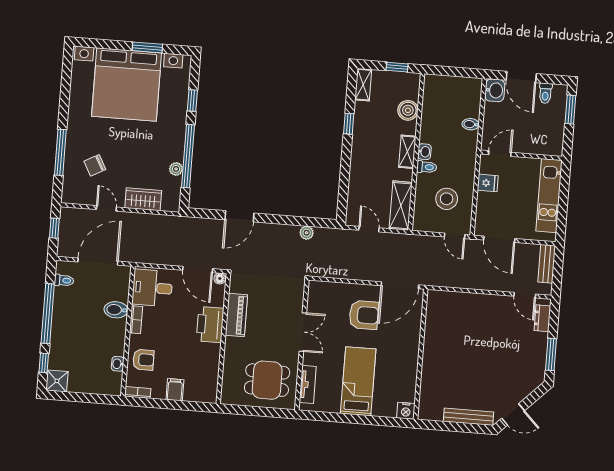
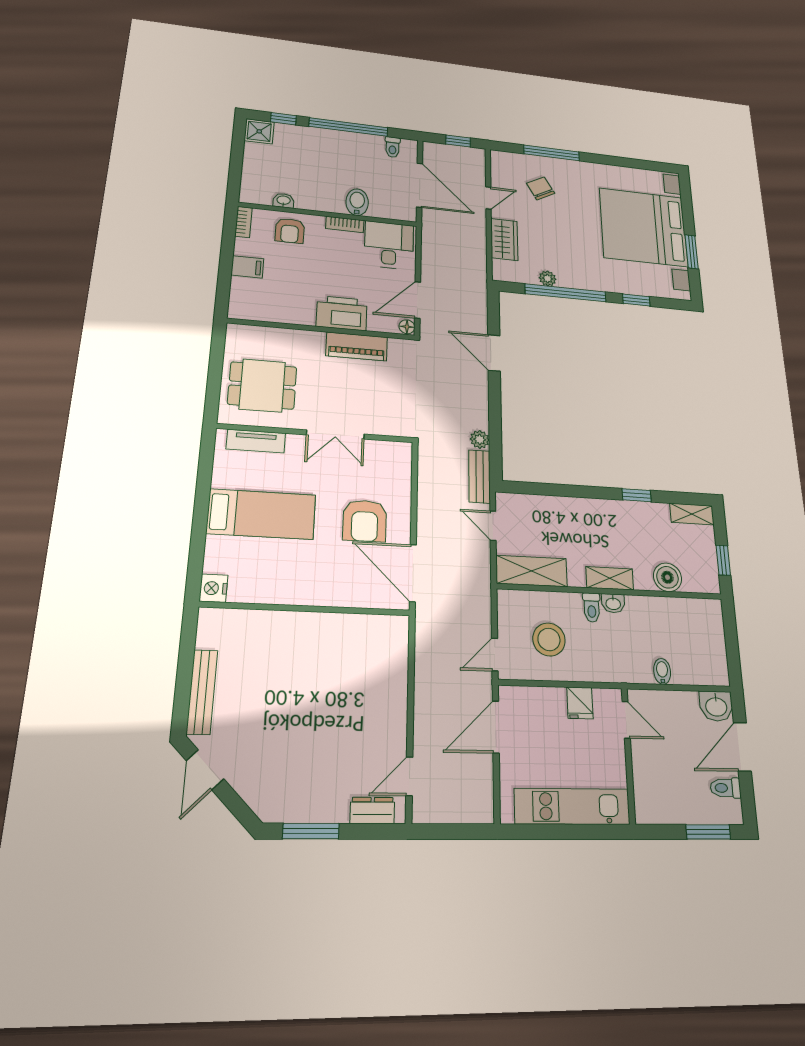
door: (369, 229) -> (493, 526), swing flipped
bench: (547, 264) -> (480, 476), moved, turned 90
dining table: (267, 380) -> (262, 385), turned 90

